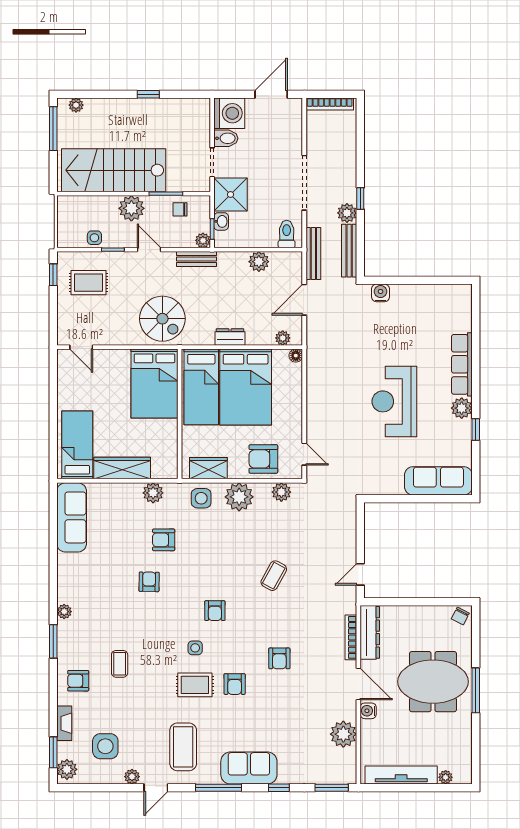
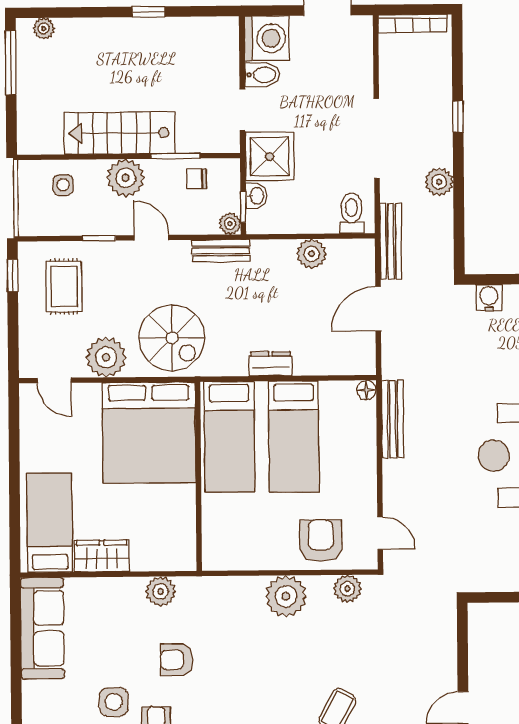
stairs: (114, 170) -> (119, 133), width x0.73, depth x0.66
window: (360, 199) -> (458, 117), moved
side table: (94, 238) -> (63, 185), moved
bench: (349, 251) -> (393, 419), moved
rug: (88, 283) -> (64, 286), turned 90
plant: (283, 338) -> (106, 357), moved, width x1.87, depth x1.87
bed: (154, 384) -> (149, 433), width x1.36
bed: (246, 387) -> (294, 436), width x0.67
armchair: (263, 459) -> (321, 541), turned 90
wardrobe: (122, 468) -> (102, 556), width x0.67
wardrobe: (208, 468) -> (241, 555), removed
side table: (201, 498) -> (114, 702), moved

